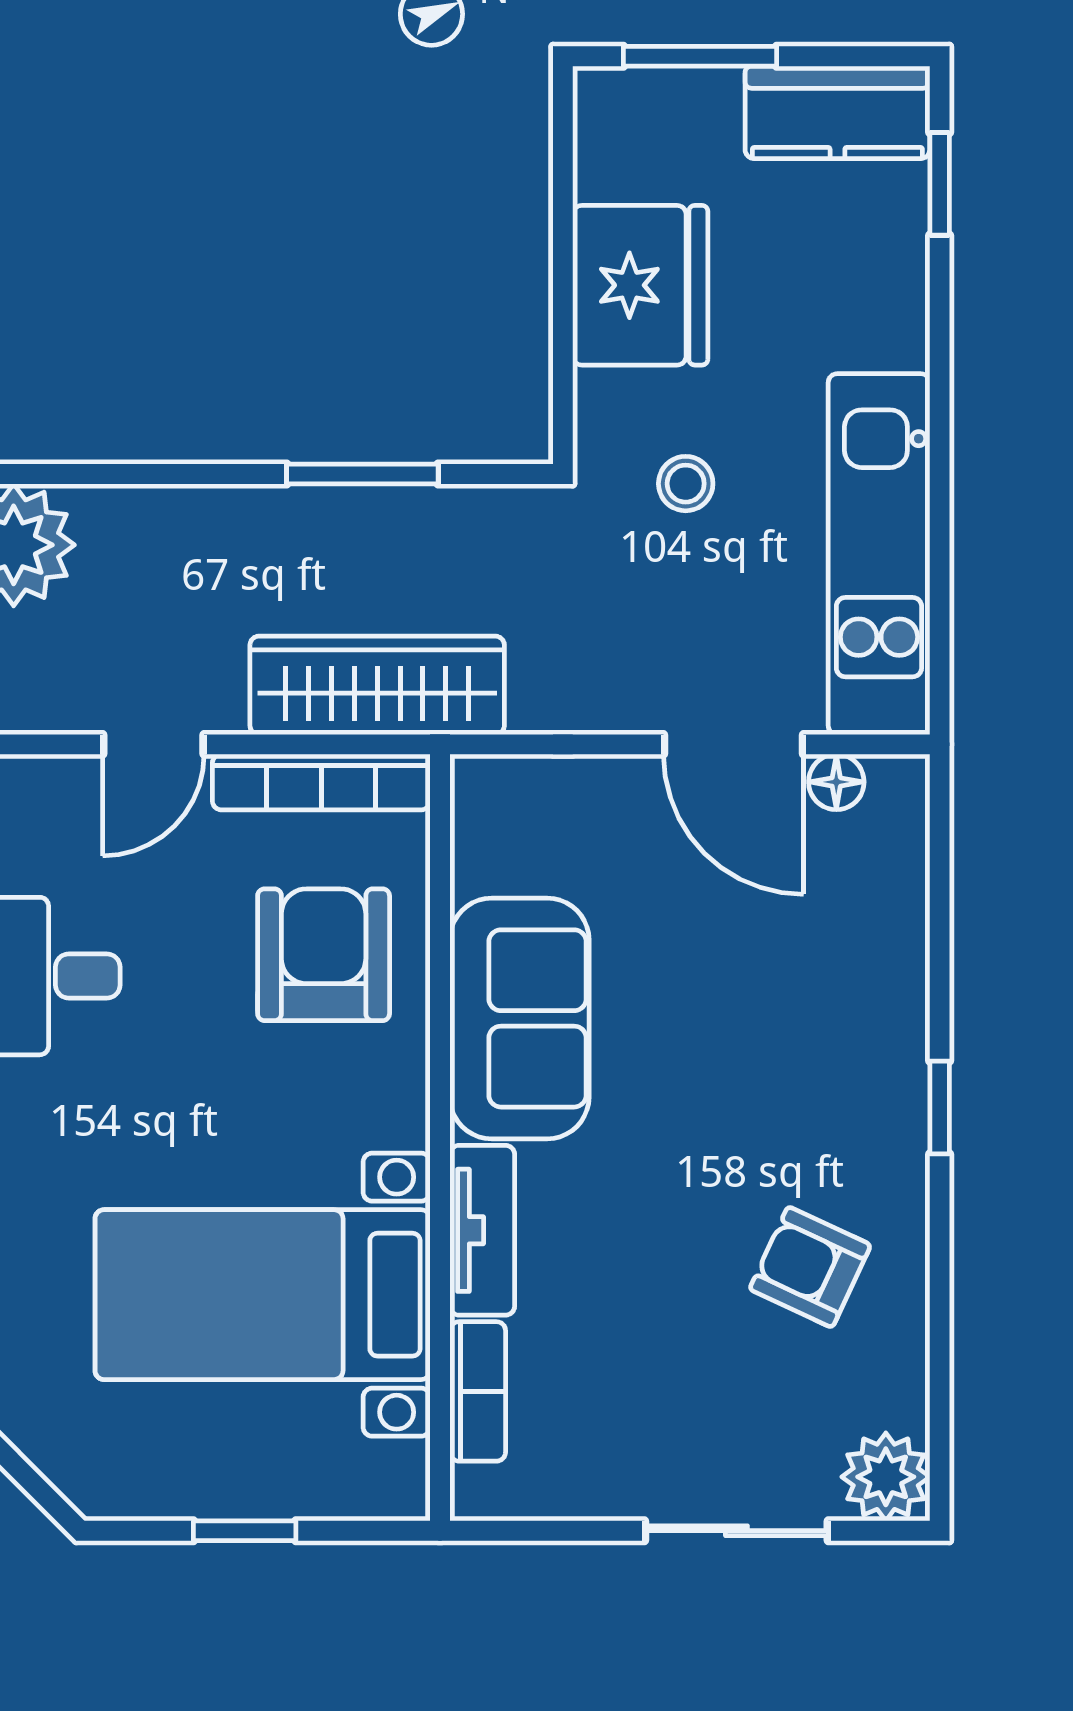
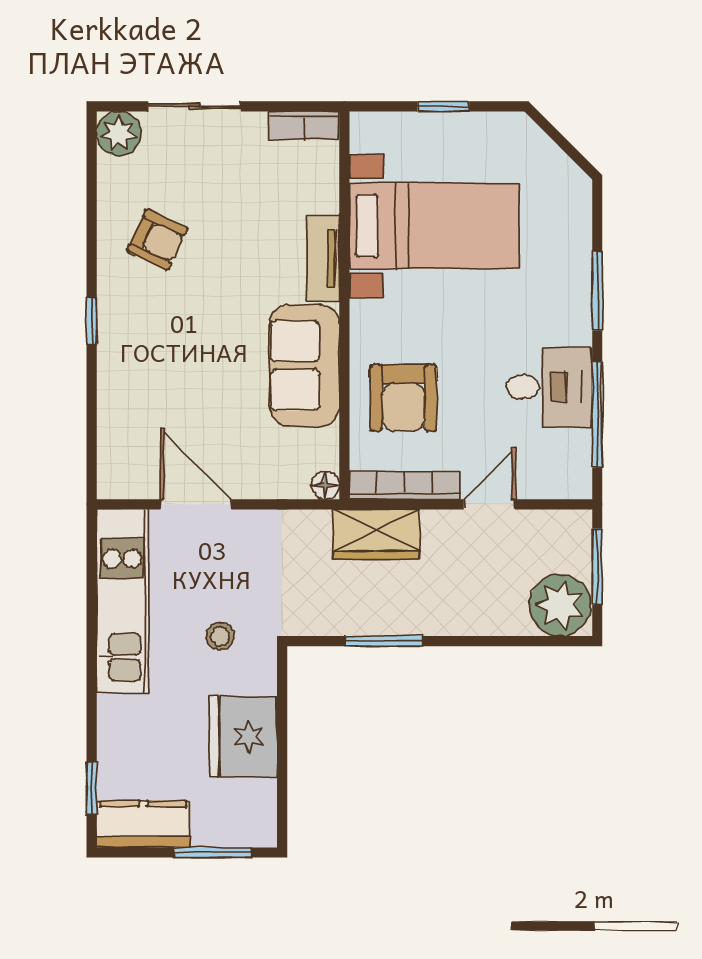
wardrobe: (377, 685) -> (376, 534), width x0.67
floor lamp: (836, 782) -> (325, 485), moved
bookcase: (478, 1391) -> (304, 125), moved, turned -90

